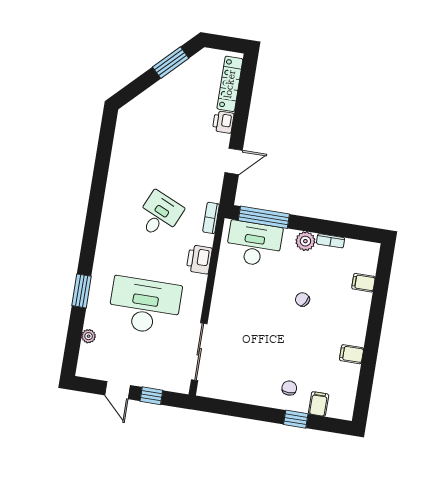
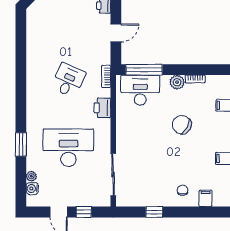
chair: (302, 299) -> (182, 125), width x1.87, depth x1.87
water cooler: (87, 353) -> (32, 189), added
window: (296, 419) -> (154, 212), moved

